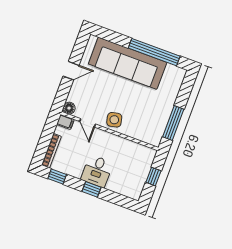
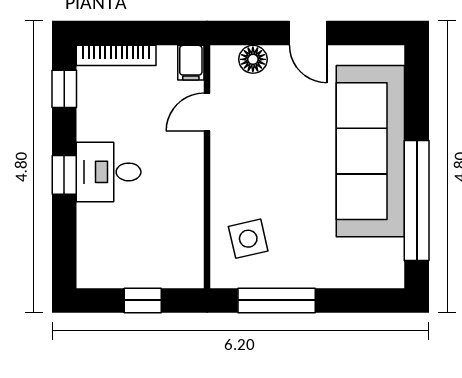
floor lamp: (69, 108) -> (253, 59), moved
side table: (114, 120) -> (248, 239), moved

